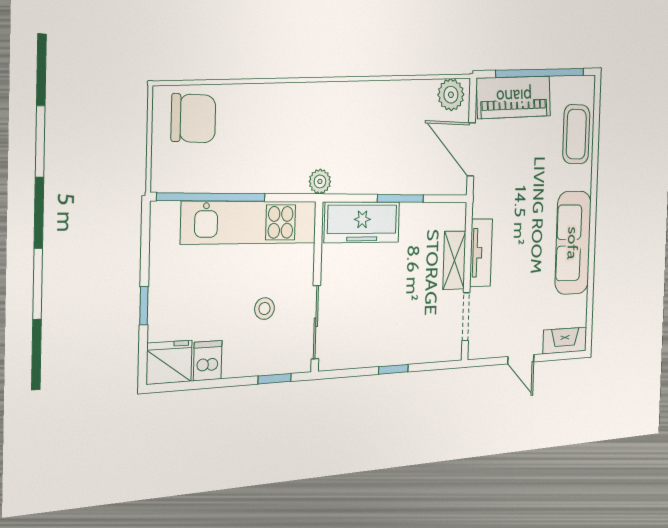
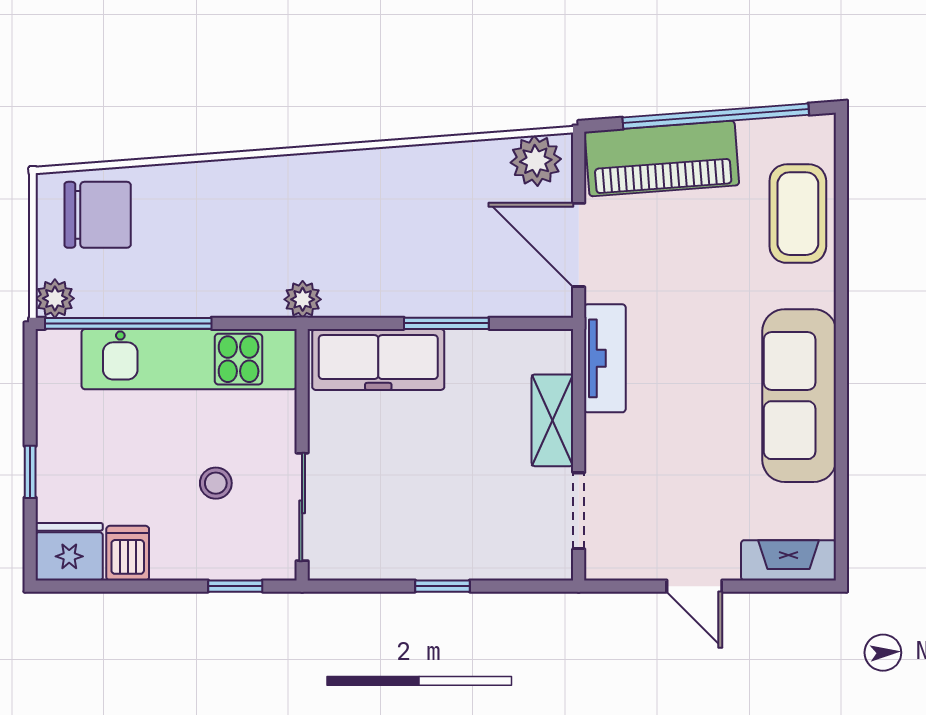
plant: (164, 178) -> (55, 298), added
tv unit: (481, 253) -> (605, 358), moved

